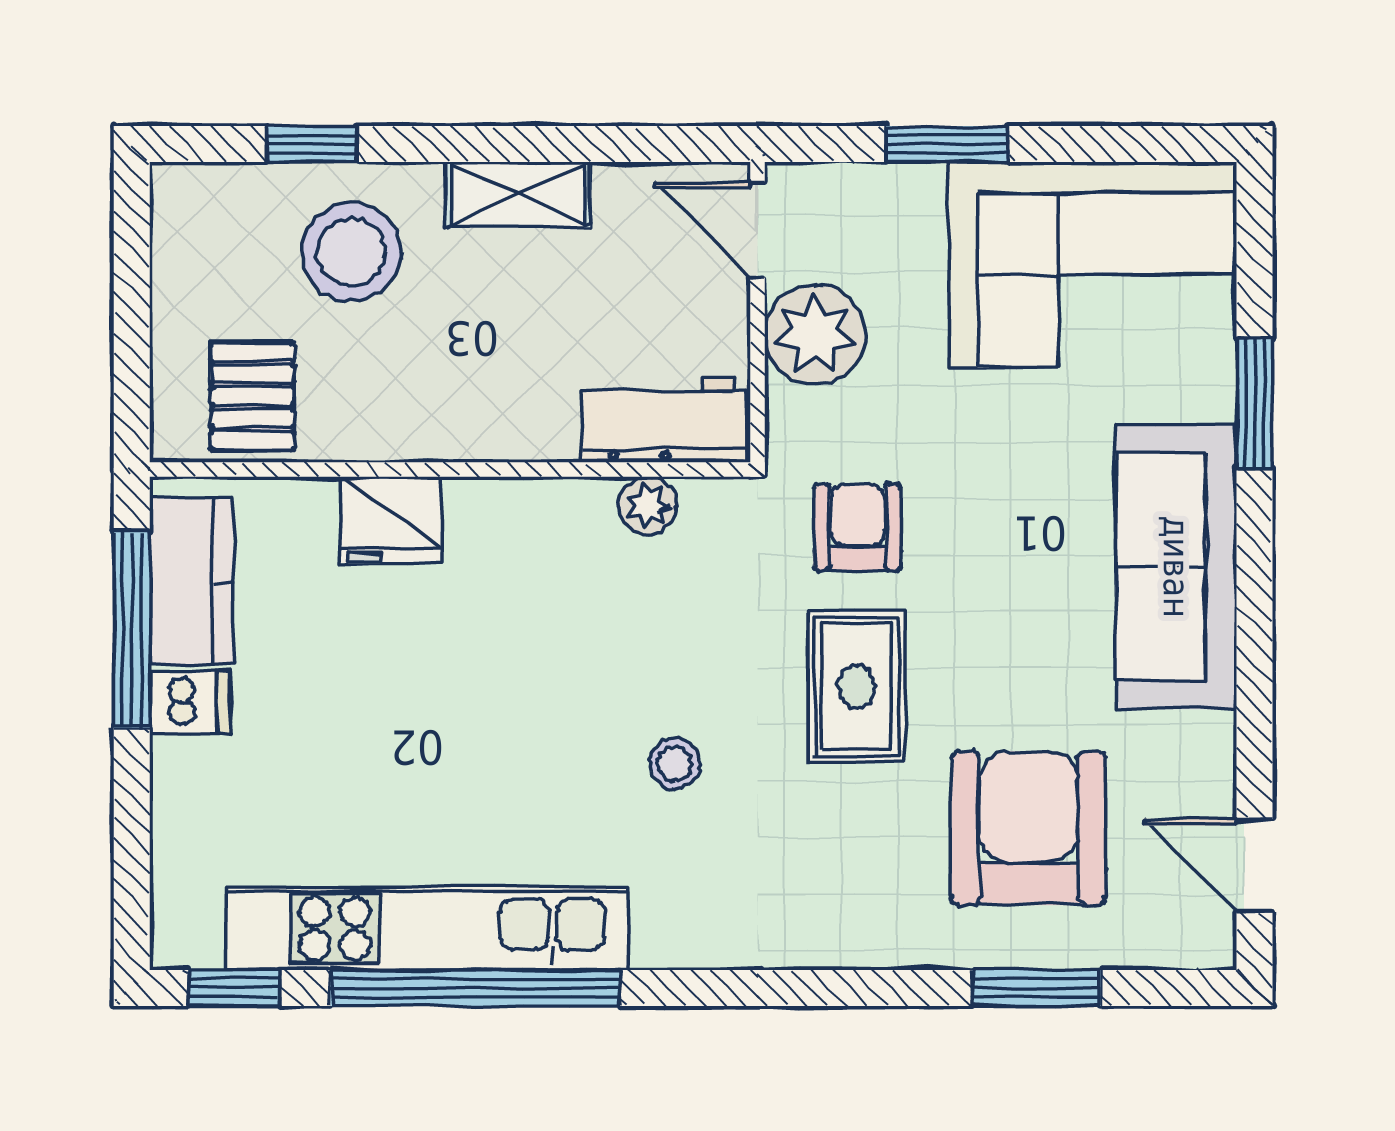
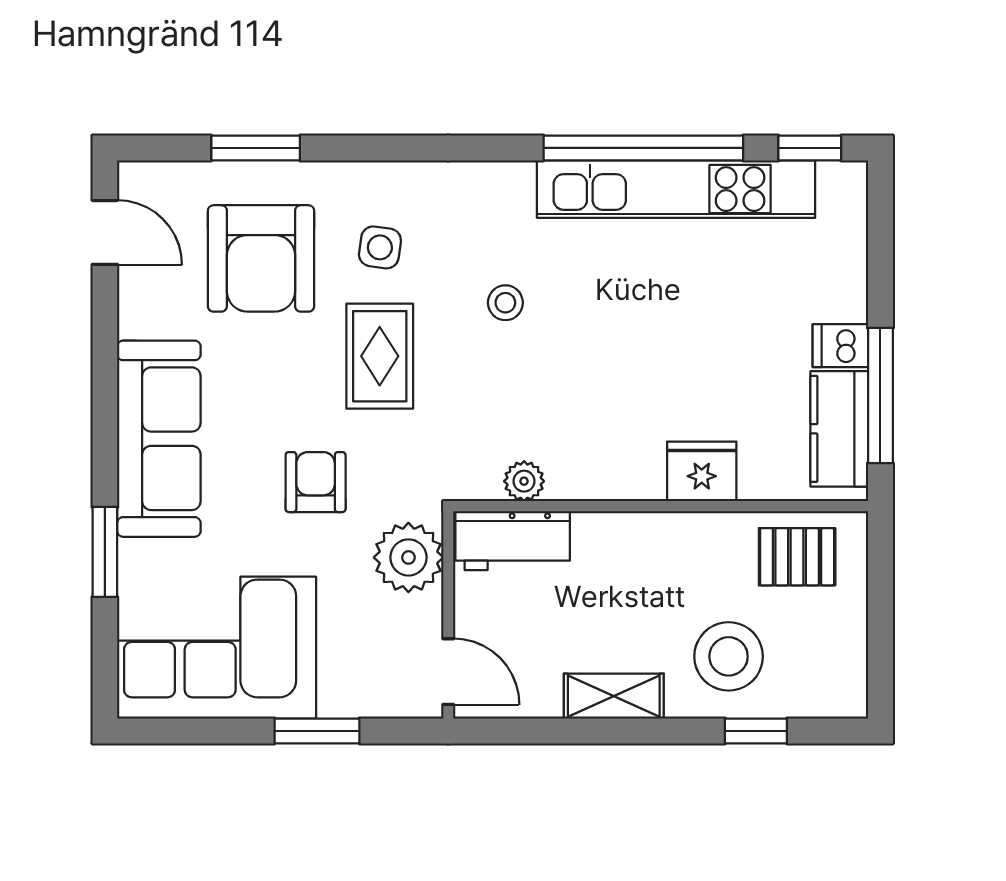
plant: (815, 334) -> (408, 557), moved
pallet: (252, 396) -> (797, 557), turned 90
armchair: (857, 527) -> (316, 482), moved, turned 180
side table: (856, 844) -> (380, 247), added

